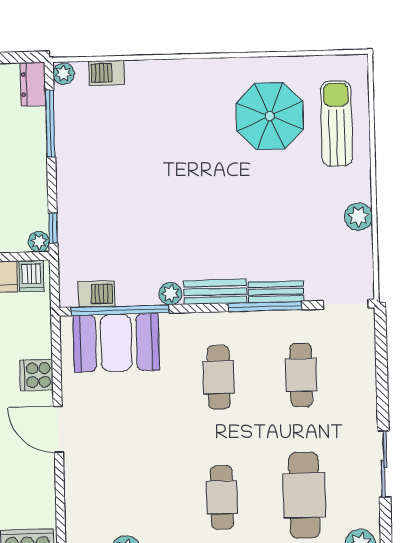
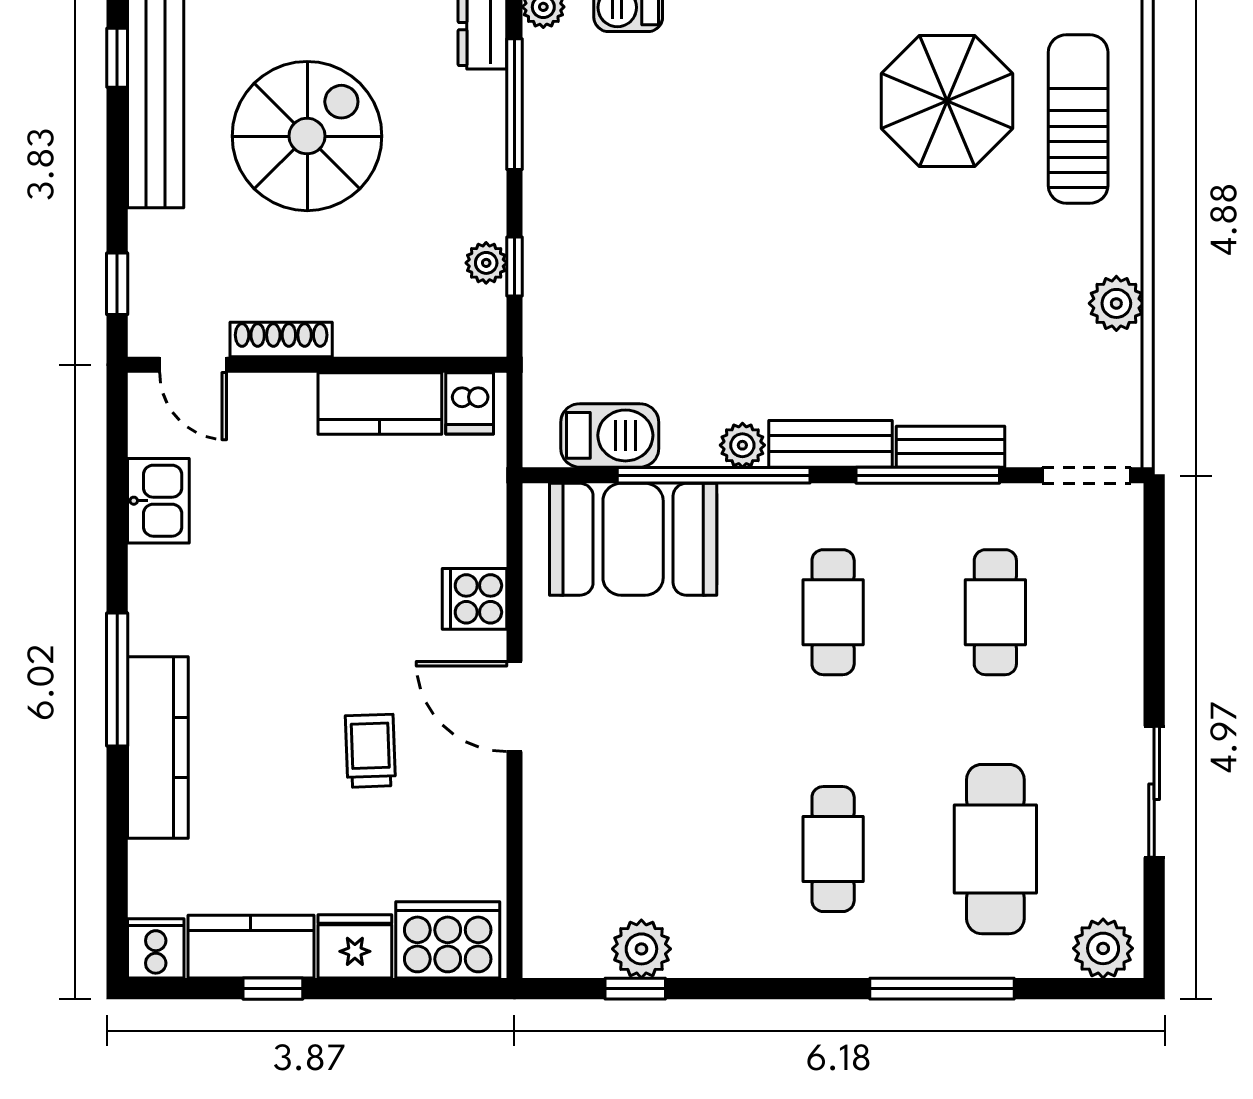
window: (53, 228) -> (515, 266), moved
plant: (39, 242) -> (486, 263), moved
barbecue: (96, 294) -> (610, 435), width x1.38, depth x1.27
window: (120, 310) -> (714, 475), moved

